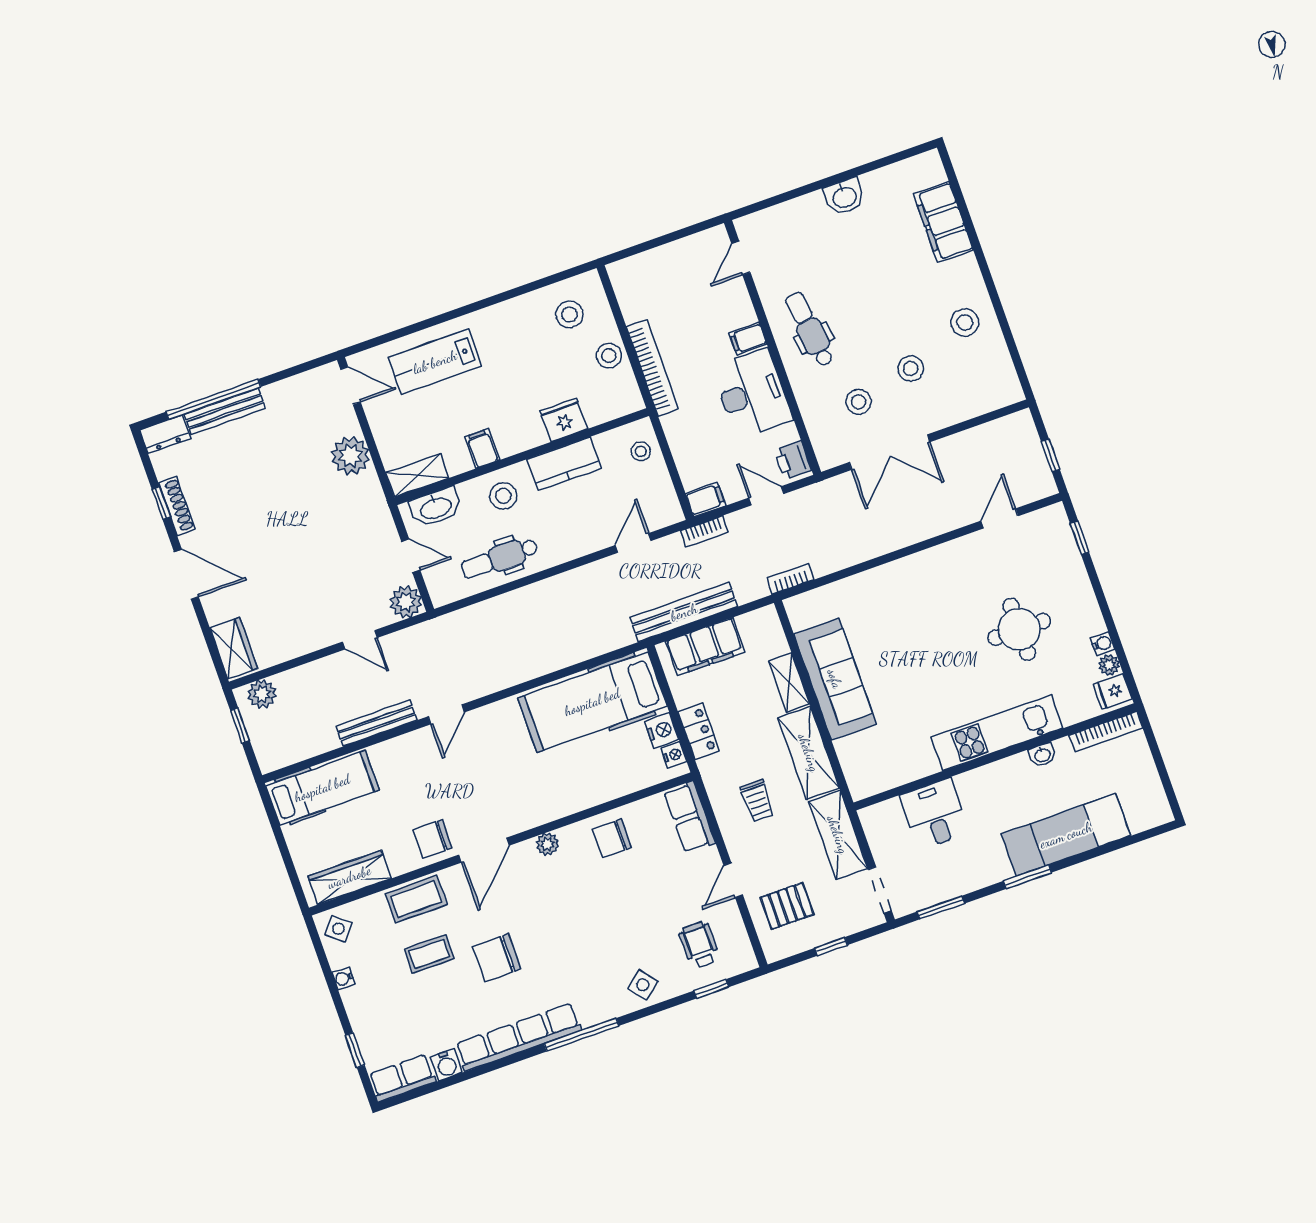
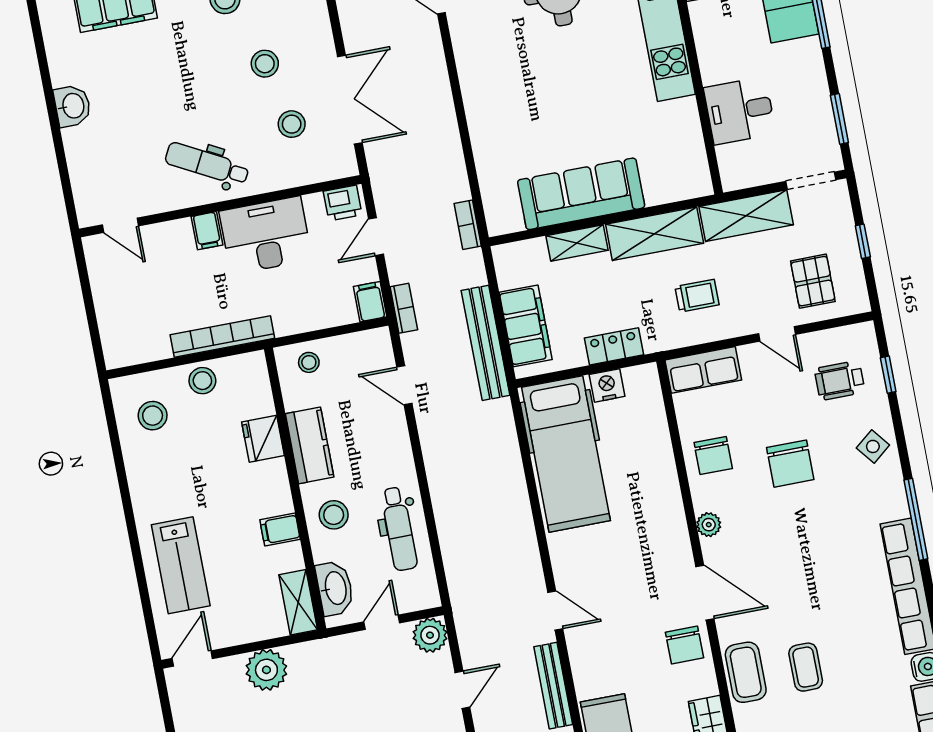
dental chair: (810, 329) -> (207, 164), turned 35
nightstand: (674, 755) -> (635, 376), removed
chair: (497, 958) -> (790, 464), moved

